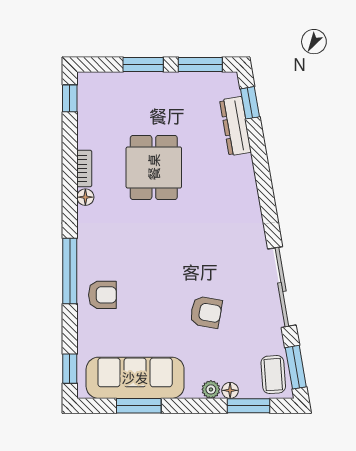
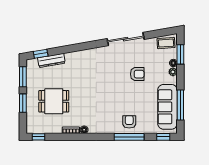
dining table: (154, 167) -> (54, 101), moved
window: (70, 271) -> (129, 137), moved
armchair: (206, 312) -> (137, 74), turned 80
window: (296, 367) -> (163, 33), removed
window: (139, 406) -> (180, 105), width x1.44

